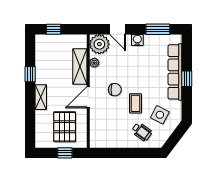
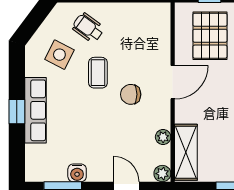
water cooler: (137, 40) -> (77, 173), moved
plant: (99, 44) -> (162, 174), width x0.53, depth x0.53
shelving: (80, 67) -> (186, 152), moved
row of seats: (175, 72) -> (36, 110), width x0.73

